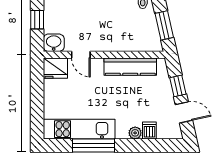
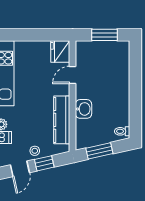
window: (37, 20) -> (105, 35), width x1.50
washbasin: (54, 43) -> (83, 109), moved
stool: (164, 96) -> (35, 151), added

